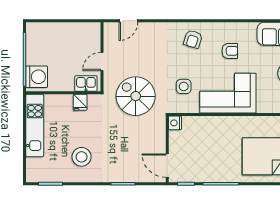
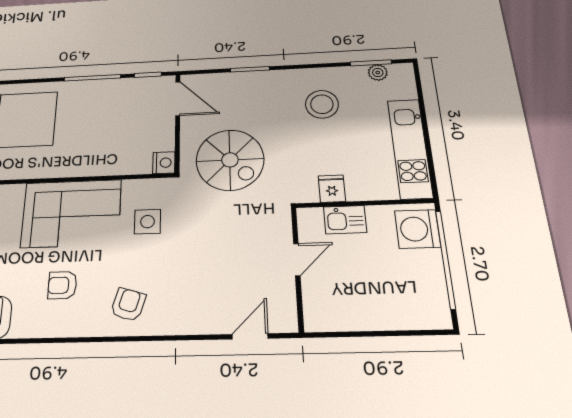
kitchen sink: (86, 83) -> (345, 220), moved
spiral stairs: (136, 96) -> (230, 160), moved
plant: (47, 177) -> (378, 72), added

